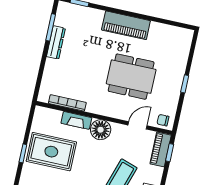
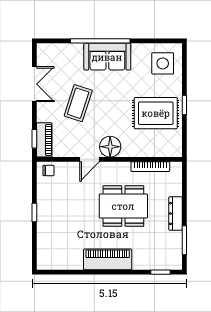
dresser: (56, 42) -> (176, 214), moved
dining table: (131, 77) -> (123, 206), moved
fireplace: (76, 120) -> (137, 151), removed
door: (138, 125) -> (90, 159), moved

